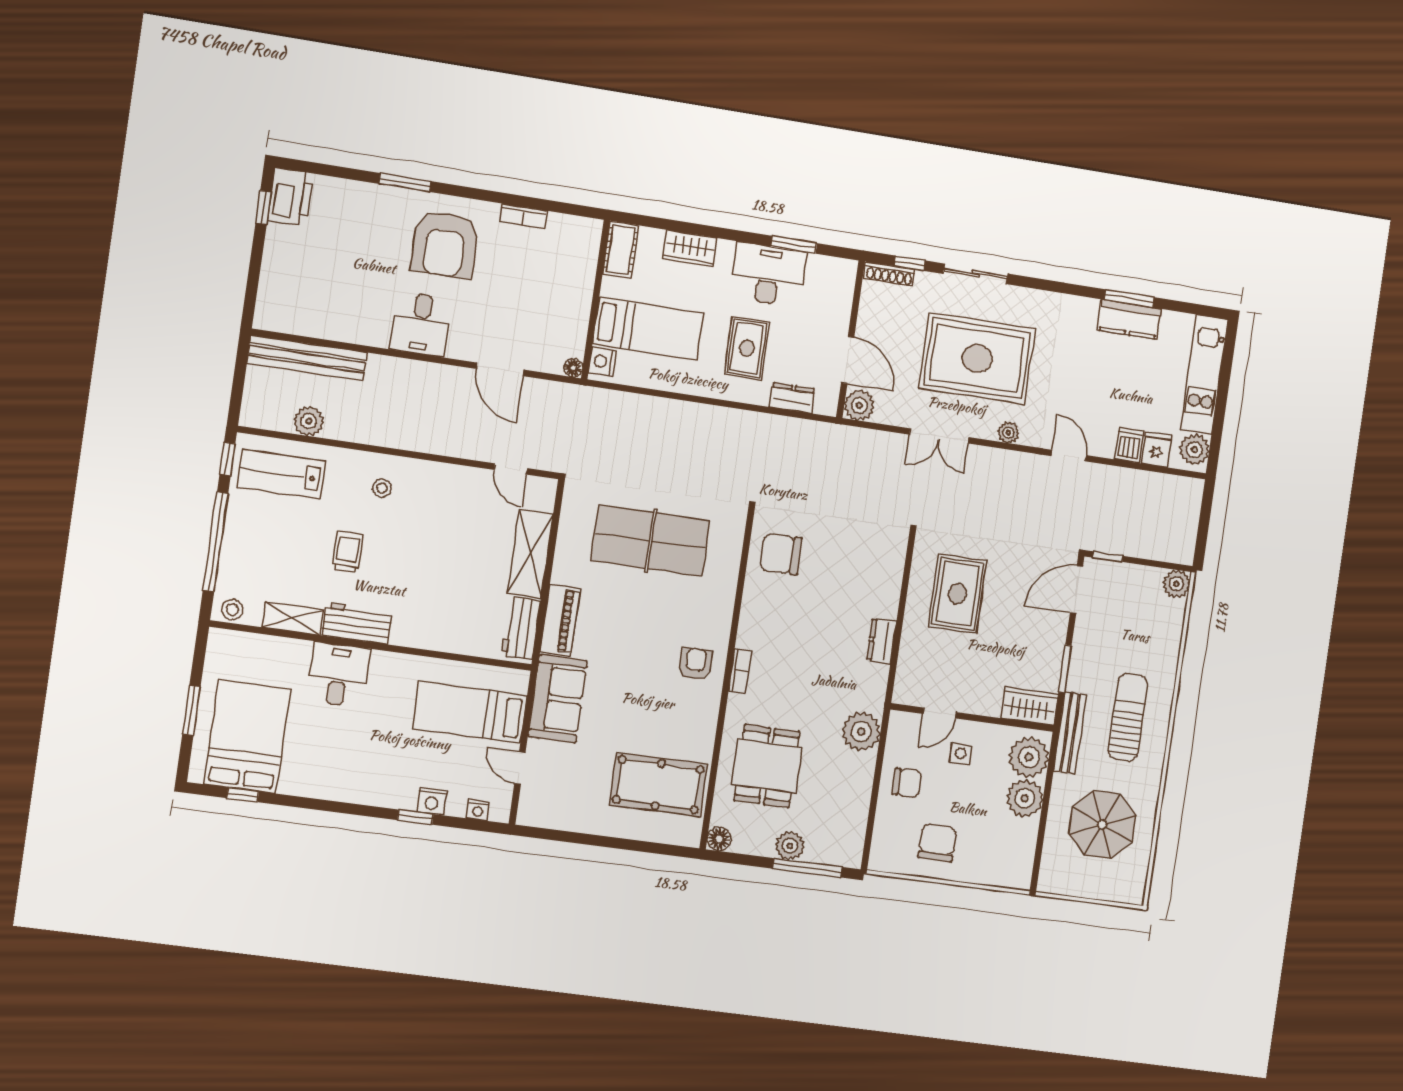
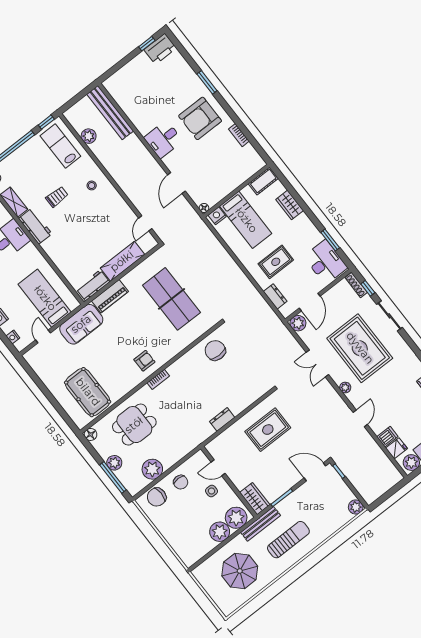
desk: (768, 275) -> (326, 262), moved
plant: (861, 732) -> (152, 469), moved
chair: (937, 843) -> (157, 497), moved, turned 180

